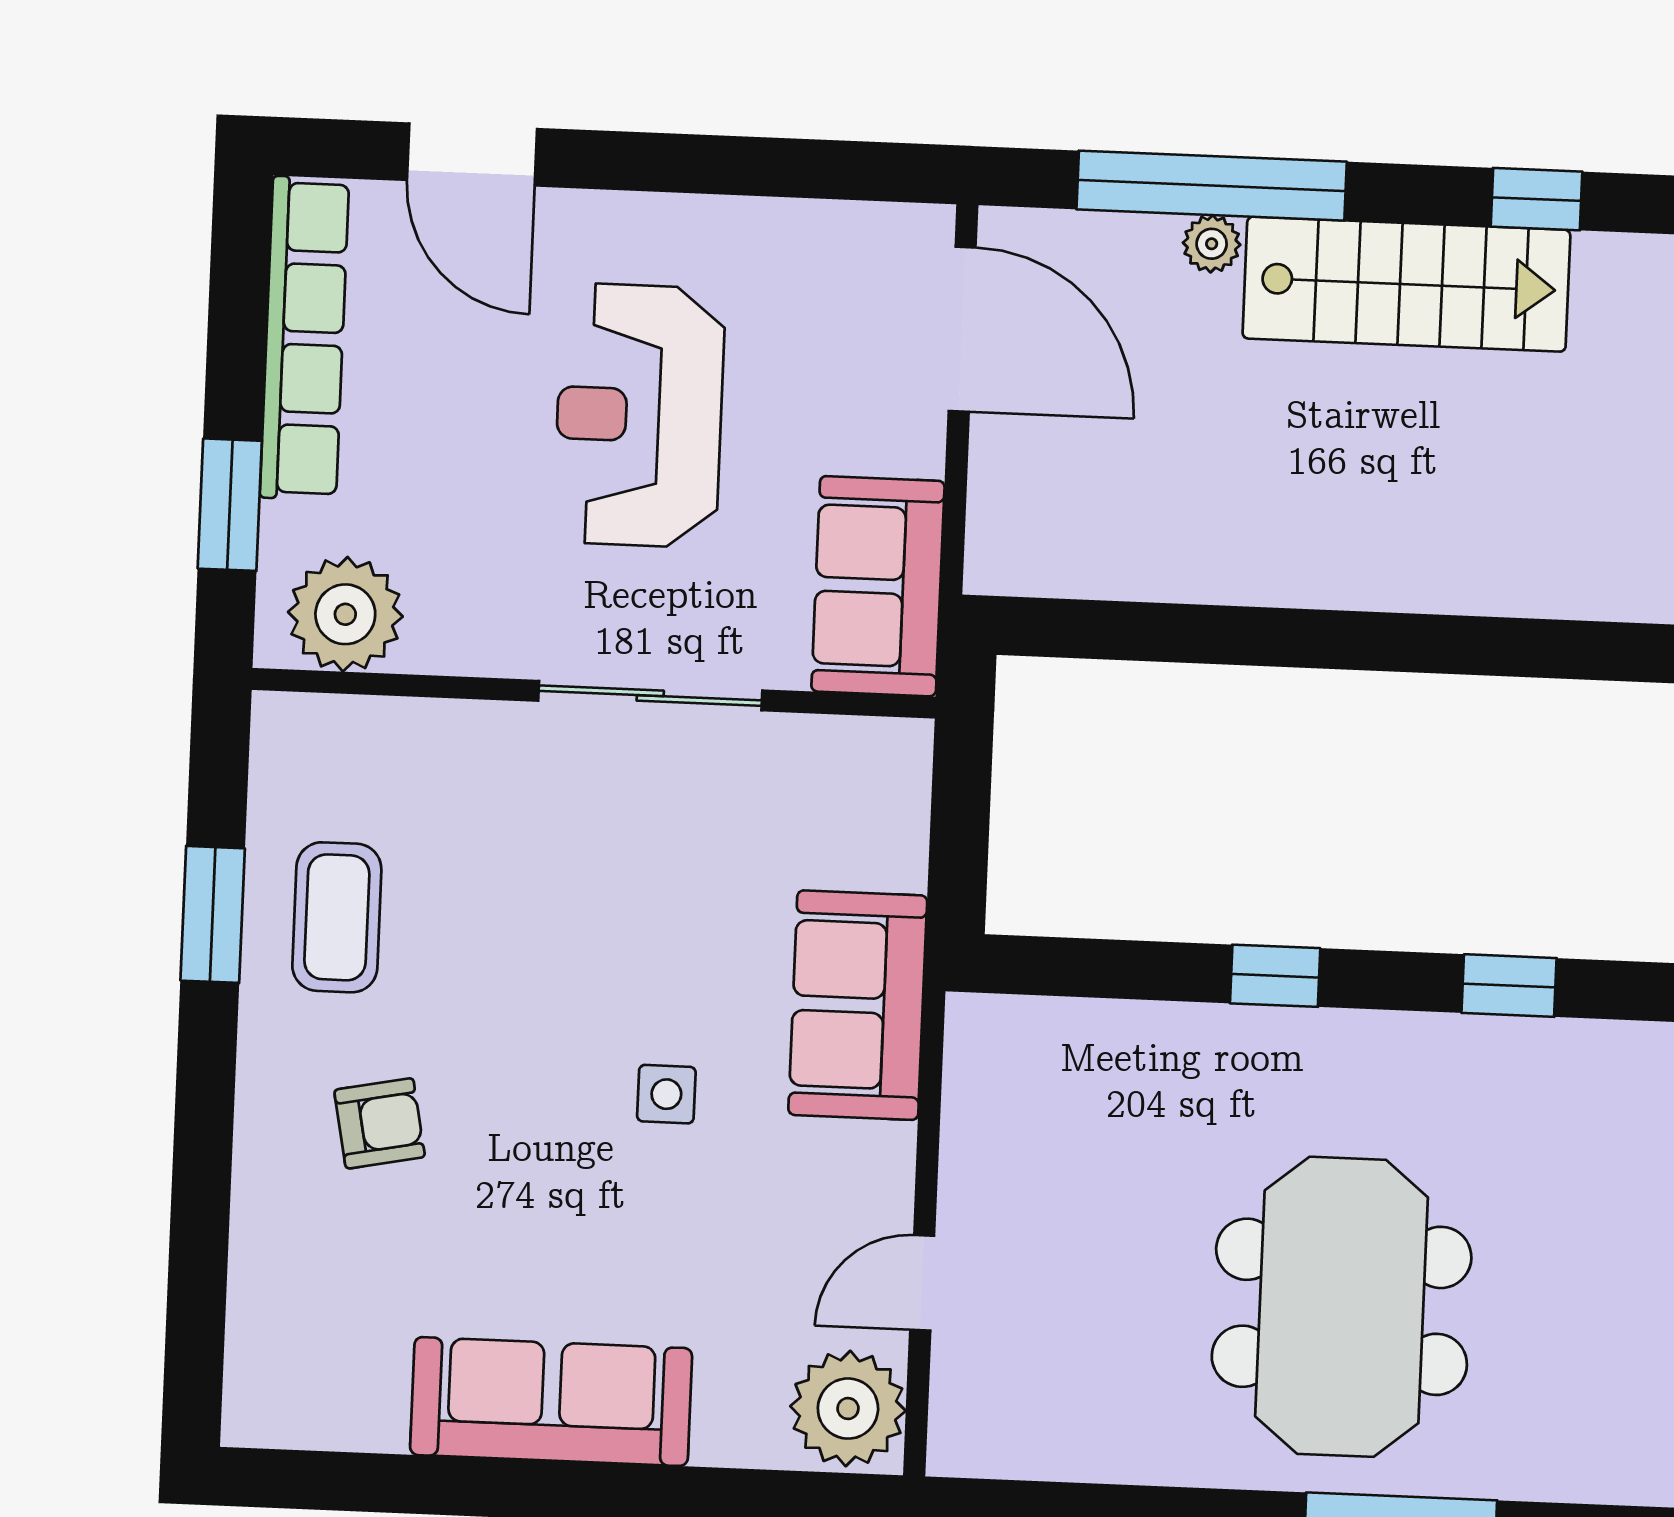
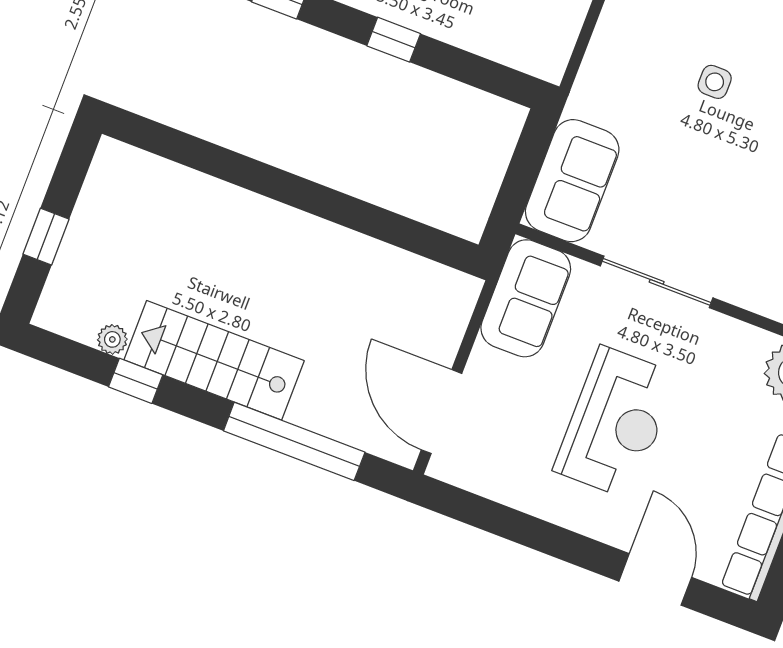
plant: (1212, 244) -> (112, 339), moved
sofa: (858, 1005) -> (572, 181), moved

